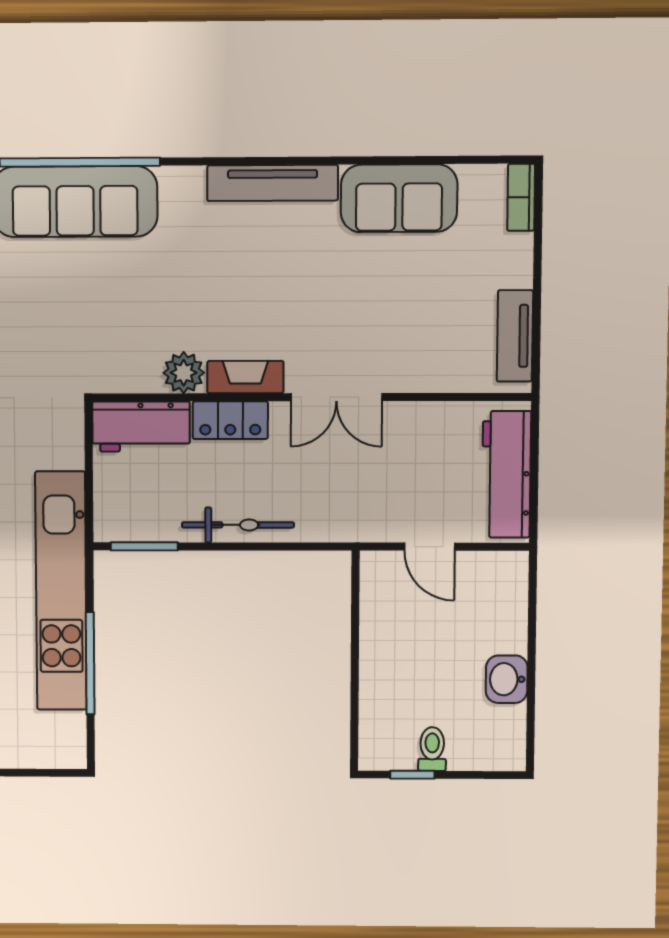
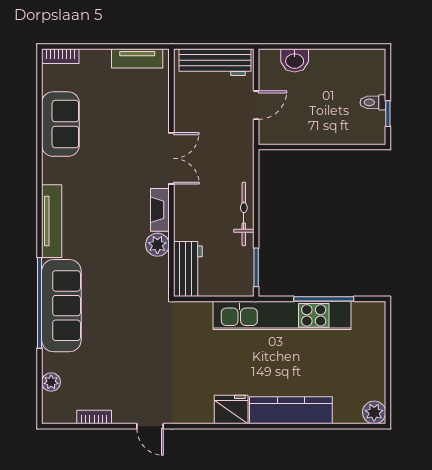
tv unit: (272, 183) -> (52, 221), moved
locker: (230, 420) -> (184, 218), removed
washbasin: (507, 679) -> (295, 60), moved

